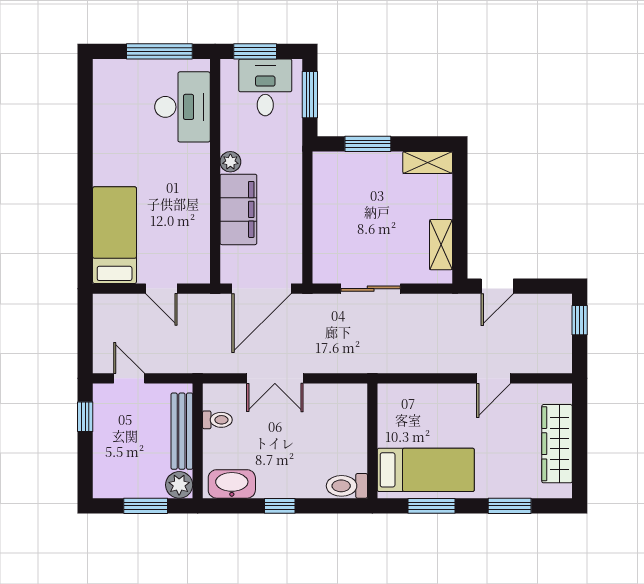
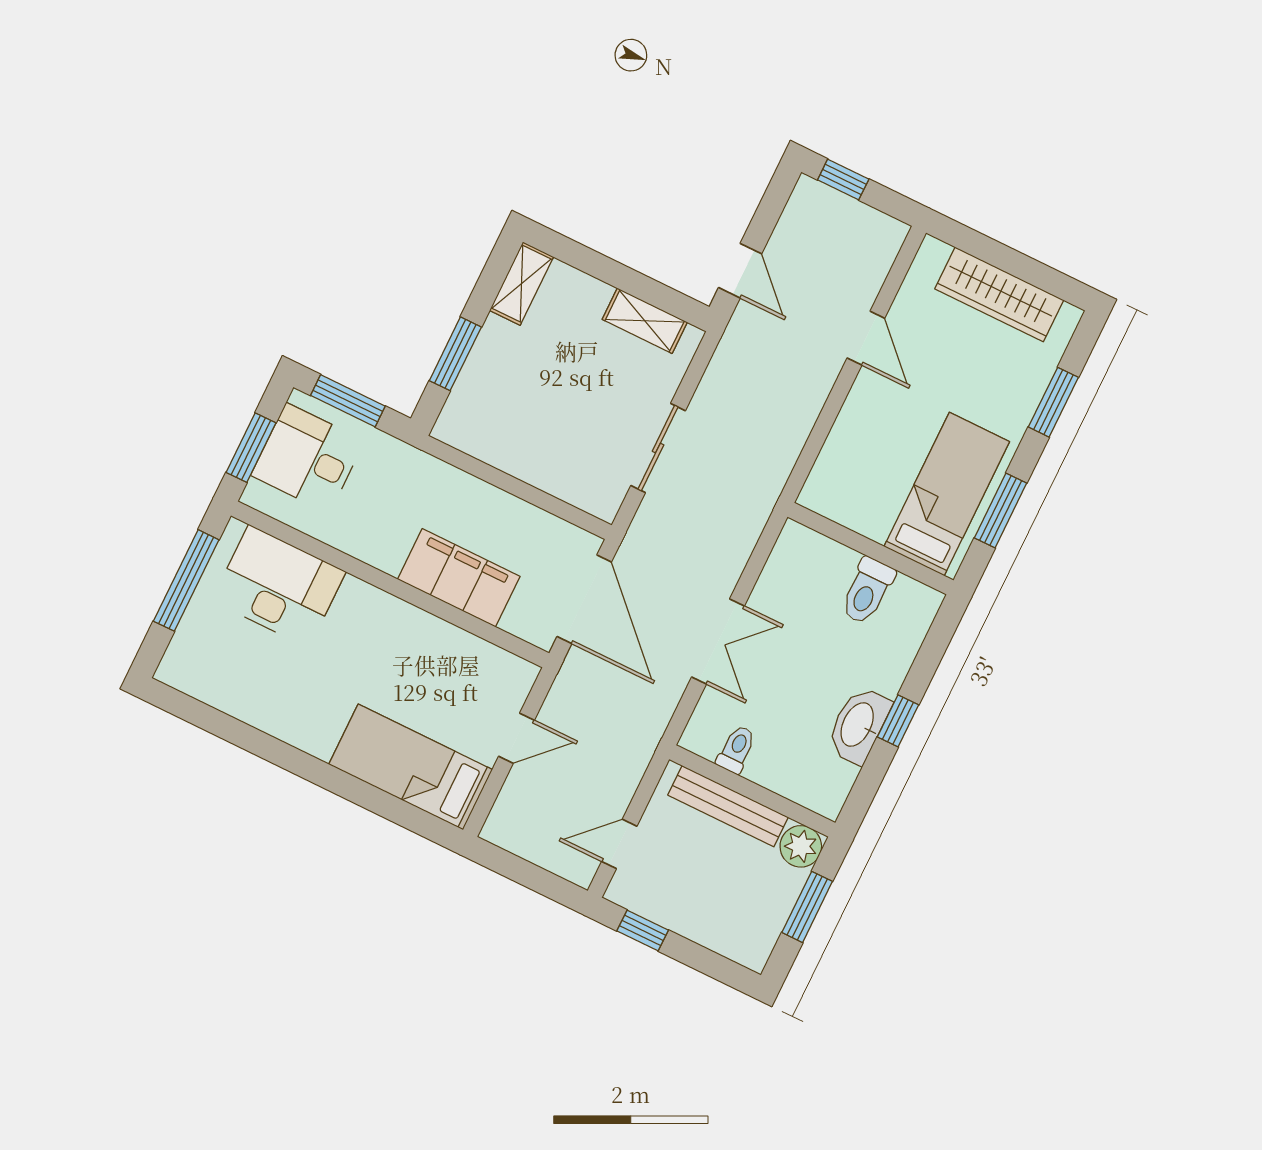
plant: (230, 162) -> (387, 557), removed
washbasin: (232, 484) -> (858, 725), moved
toilet: (347, 486) -> (867, 591), moved

